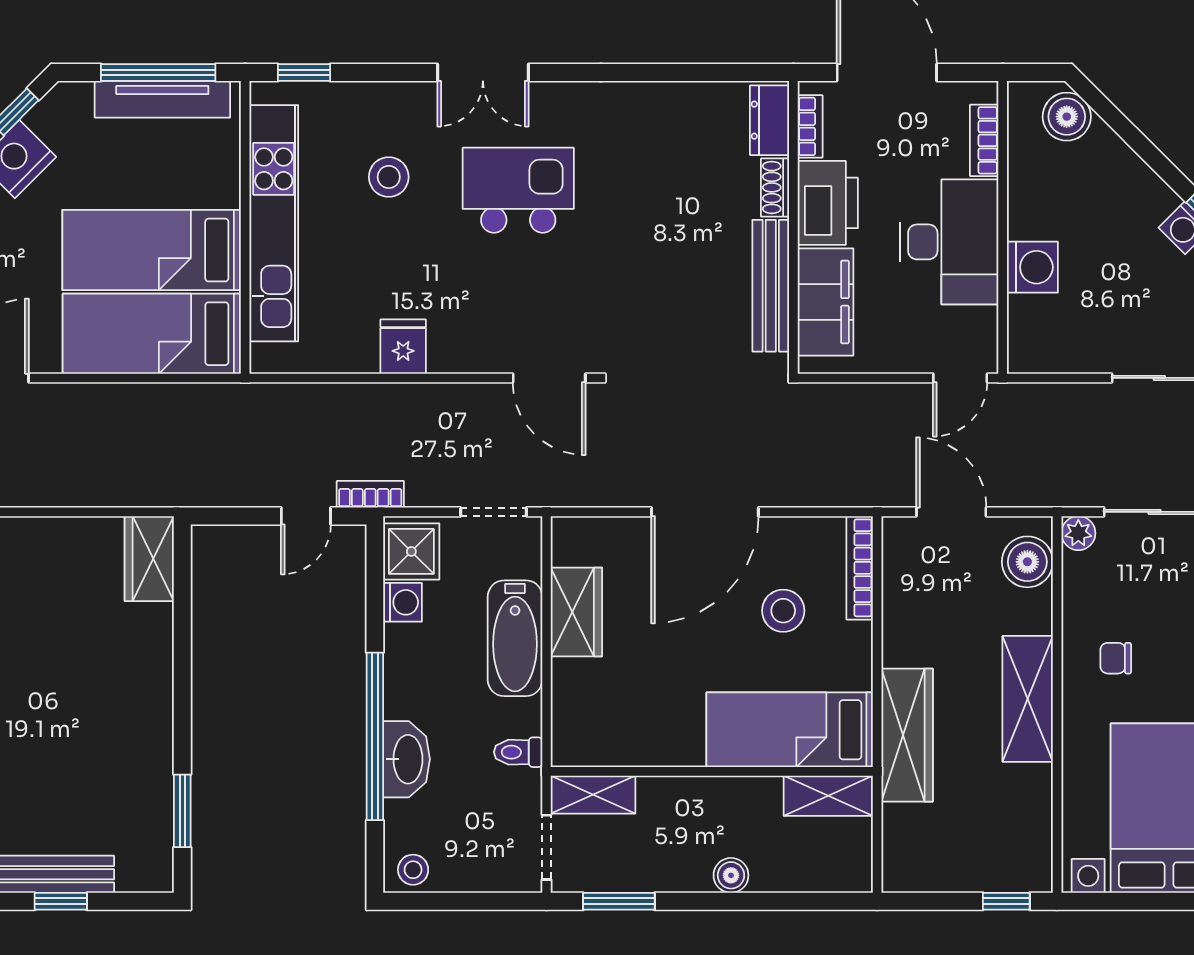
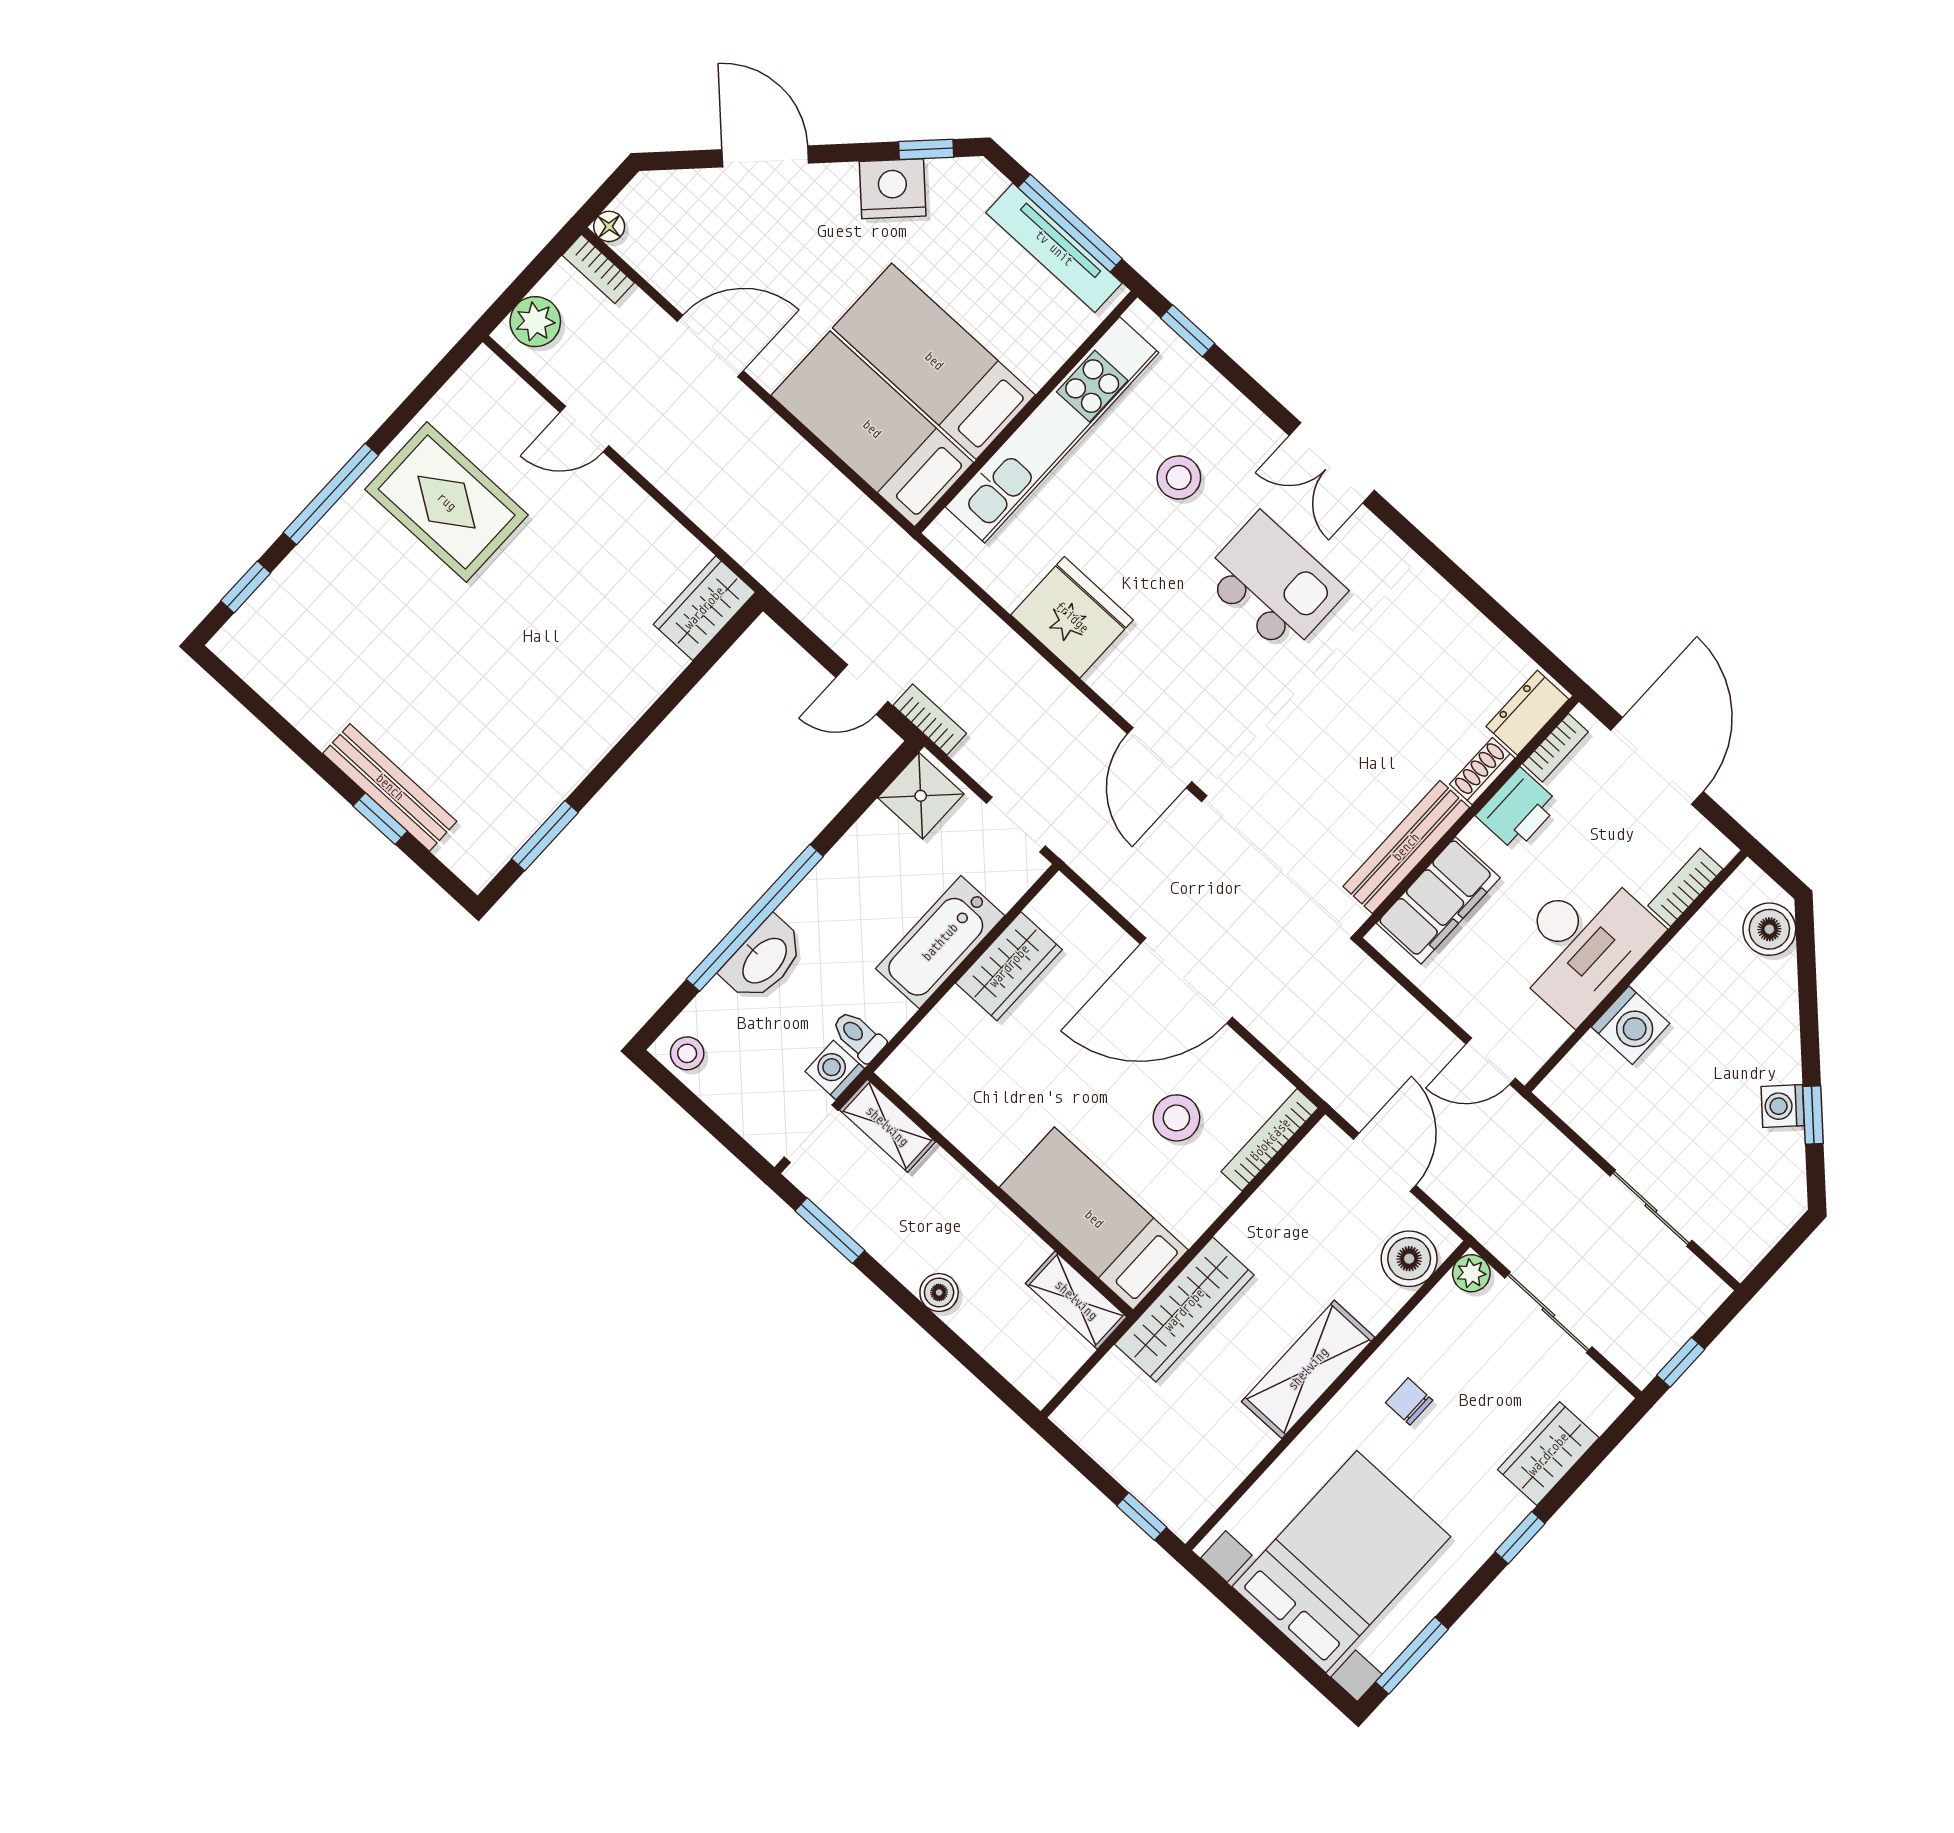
printer: (828, 203) -> (1518, 810), width x0.73, depth x0.84
fridge: (403, 347) -> (1072, 617), width x1.88, depth x1.34
washing machine: (403, 602) -> (835, 1070), moved, turned 180

